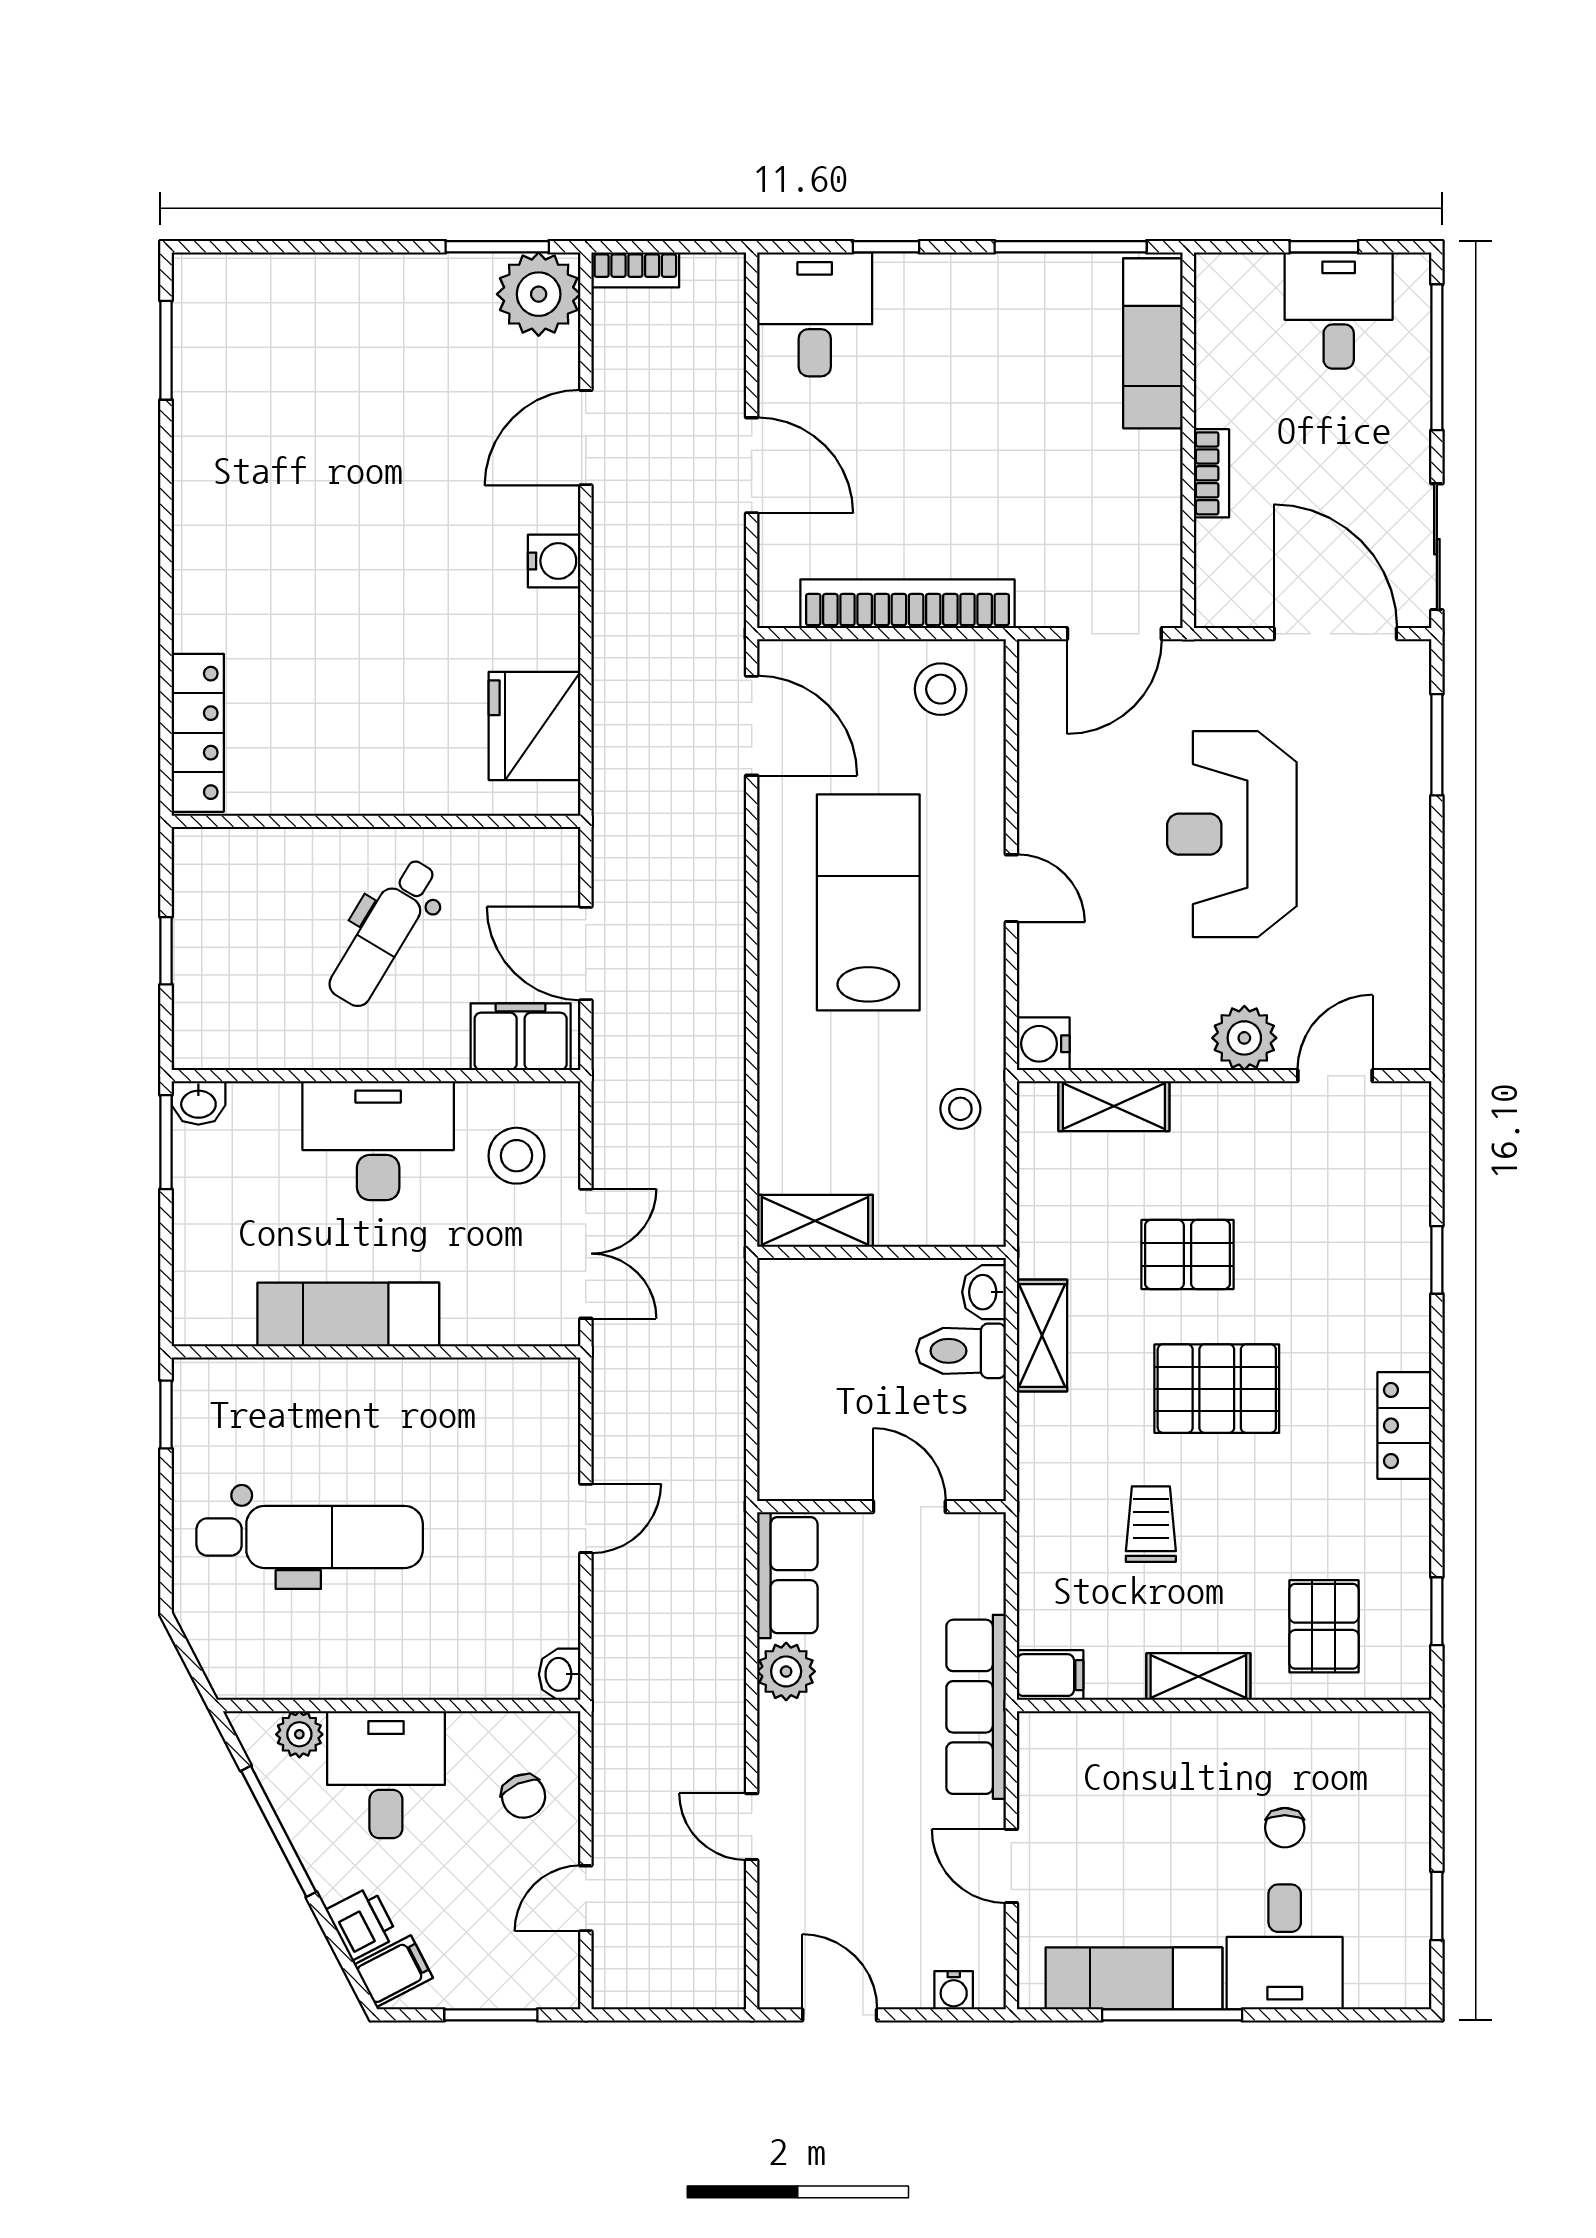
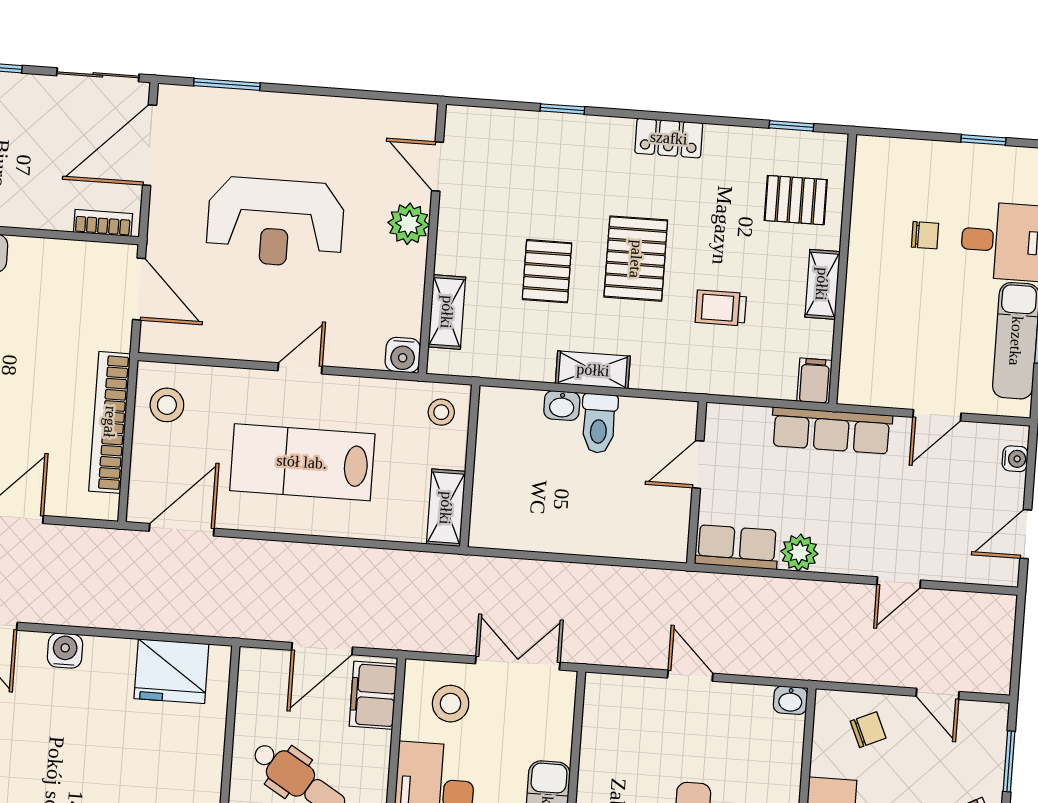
bookcase: (1211, 473) -> (103, 223), moved
shelving: (815, 1221) -> (446, 508), moved
wall: (882, 1252) -> (470, 466), moved

